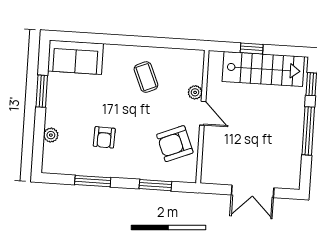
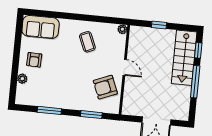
stairs: (263, 69) -> (184, 58), moved, turned 90
window: (42, 91) -> (17, 49), removed
plant: (195, 92) -> (122, 29), moved
armchair: (104, 137) -> (34, 60), moved

